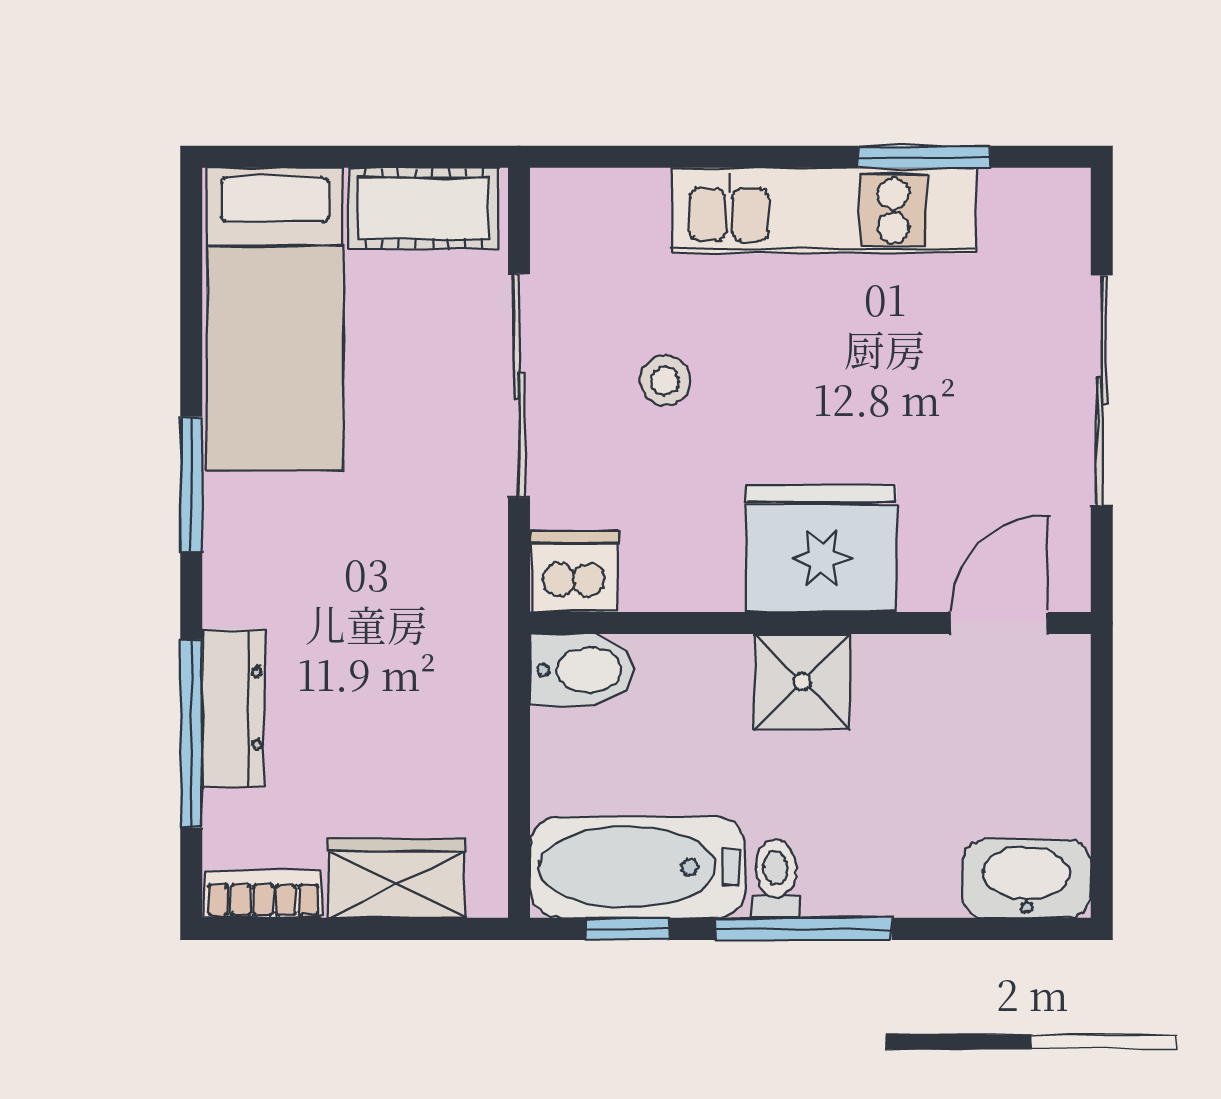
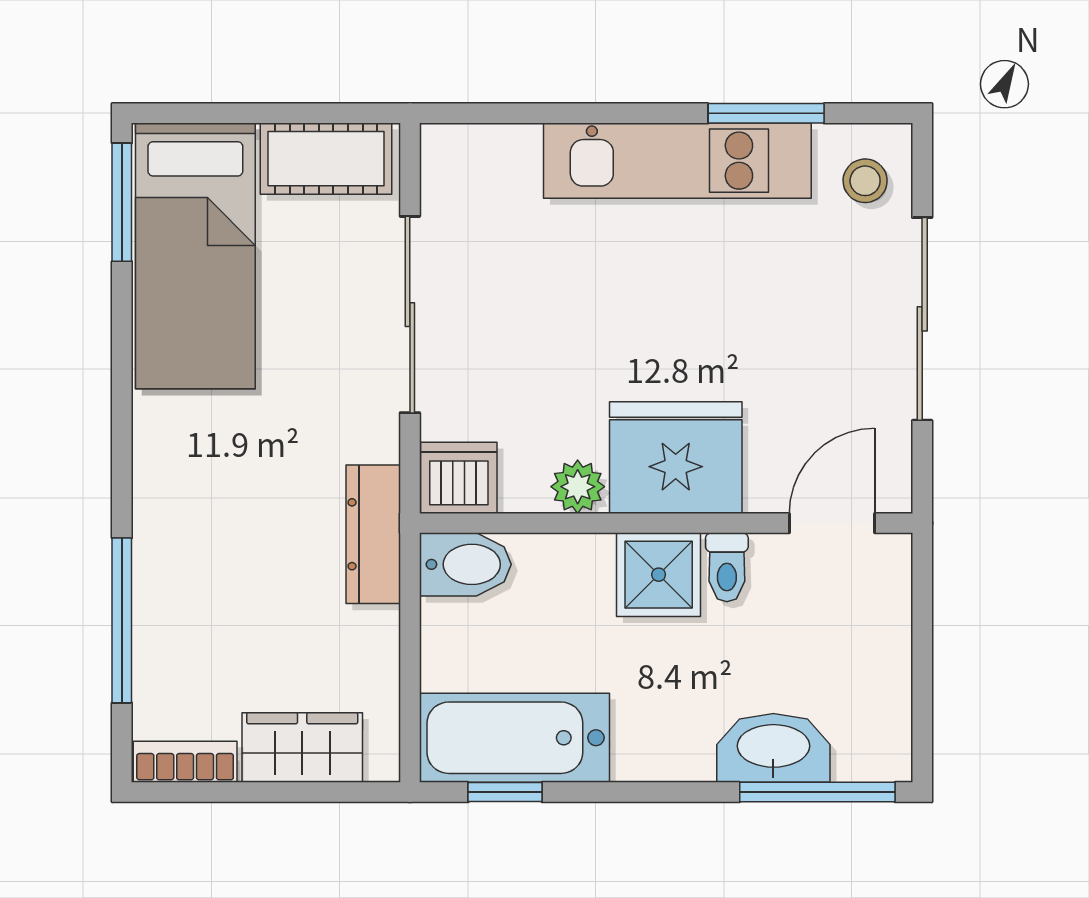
stool: (665, 380) -> (865, 181), moved
window: (191, 484) -> (122, 202), moved
plant: (710, 582) -> (578, 487), added
dresser: (233, 708) -> (373, 534), moved, turned 180
toilet: (776, 879) -> (727, 567), moved, turned 180
washbasin: (1027, 879) -> (773, 748), moved
window: (804, 929) -> (817, 792), moved

